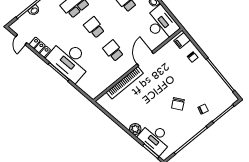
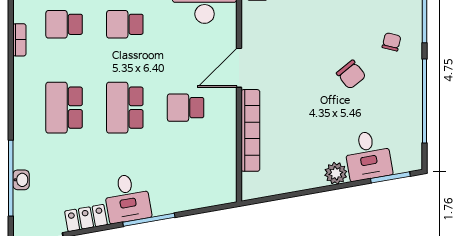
school desk: (94, 28) -> (125, 108), width x1.85
door: (145, 59) -> (239, 68), hinge flipped
desk: (70, 60) -> (127, 198), width x0.53, depth x0.77
desk: (155, 138) -> (368, 155), width x0.73

